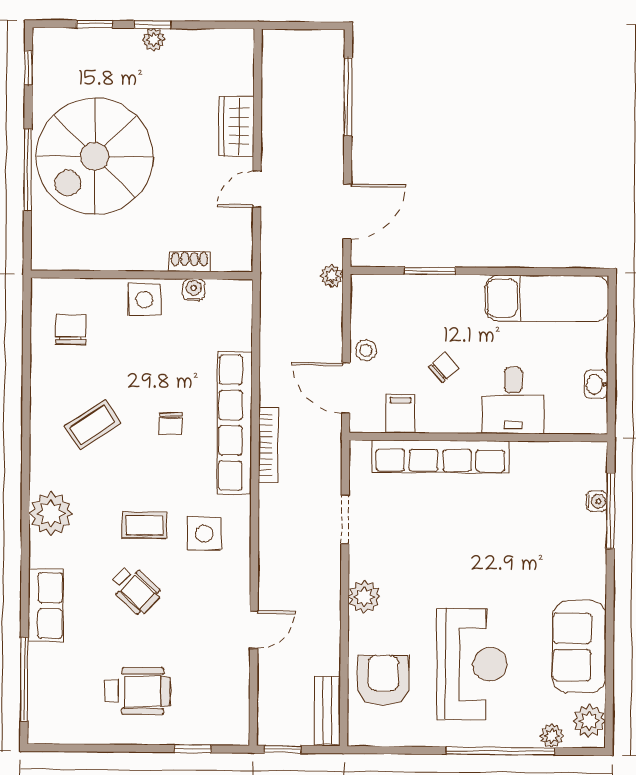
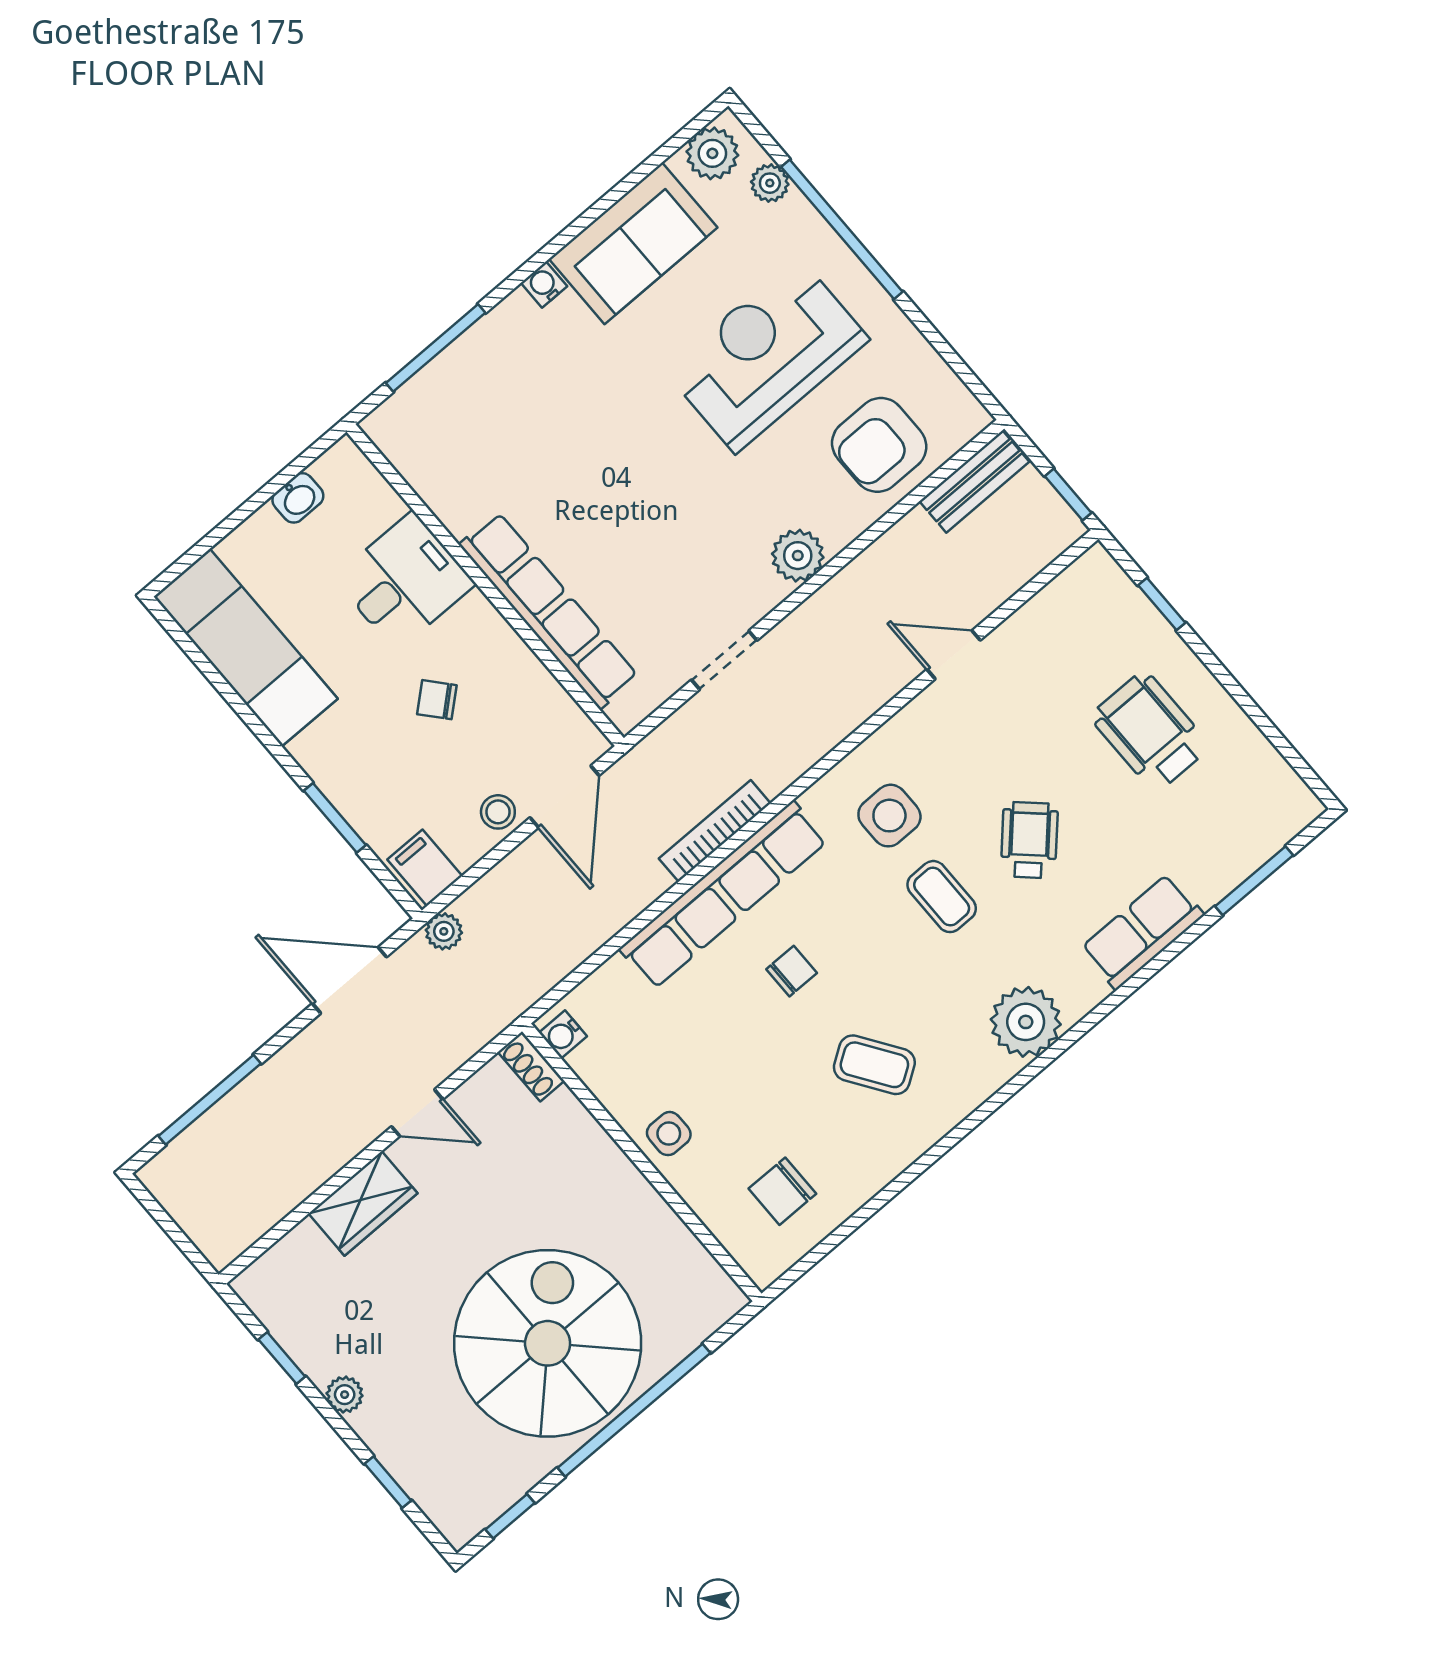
window: (153, 25) -> (282, 1358), moved
spiral stairs: (95, 156) -> (548, 1343), turned -90
window: (28, 170) -> (634, 1410), width x1.46
shoe rack: (189, 262) -> (531, 1066), moved
water cooler: (194, 290) -> (563, 1035), moved
side table: (144, 299) -> (669, 1134), width x0.73, depth x0.73
filing cabinet: (400, 414) -> (425, 868), moved, turned 90
water cooler: (597, 501) -> (544, 285), moved
window: (24, 679) -> (1254, 881), width x0.69

